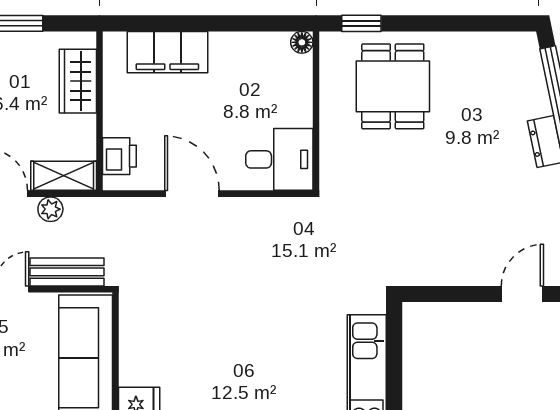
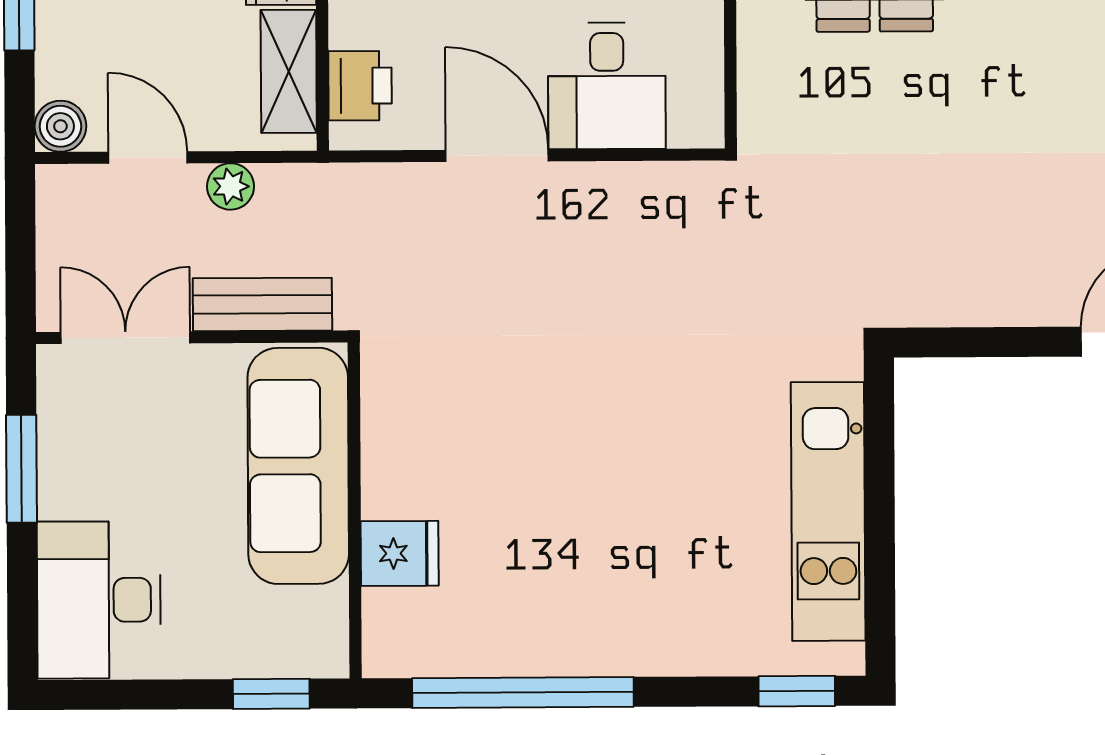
desk: (279, 159) -> (607, 86), moved, turned 90
shelving: (64, 176) -> (289, 71), moved, turned 90

